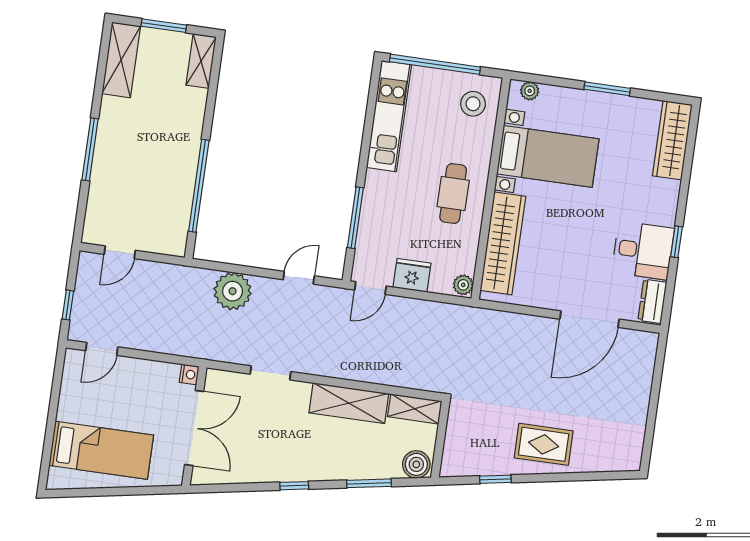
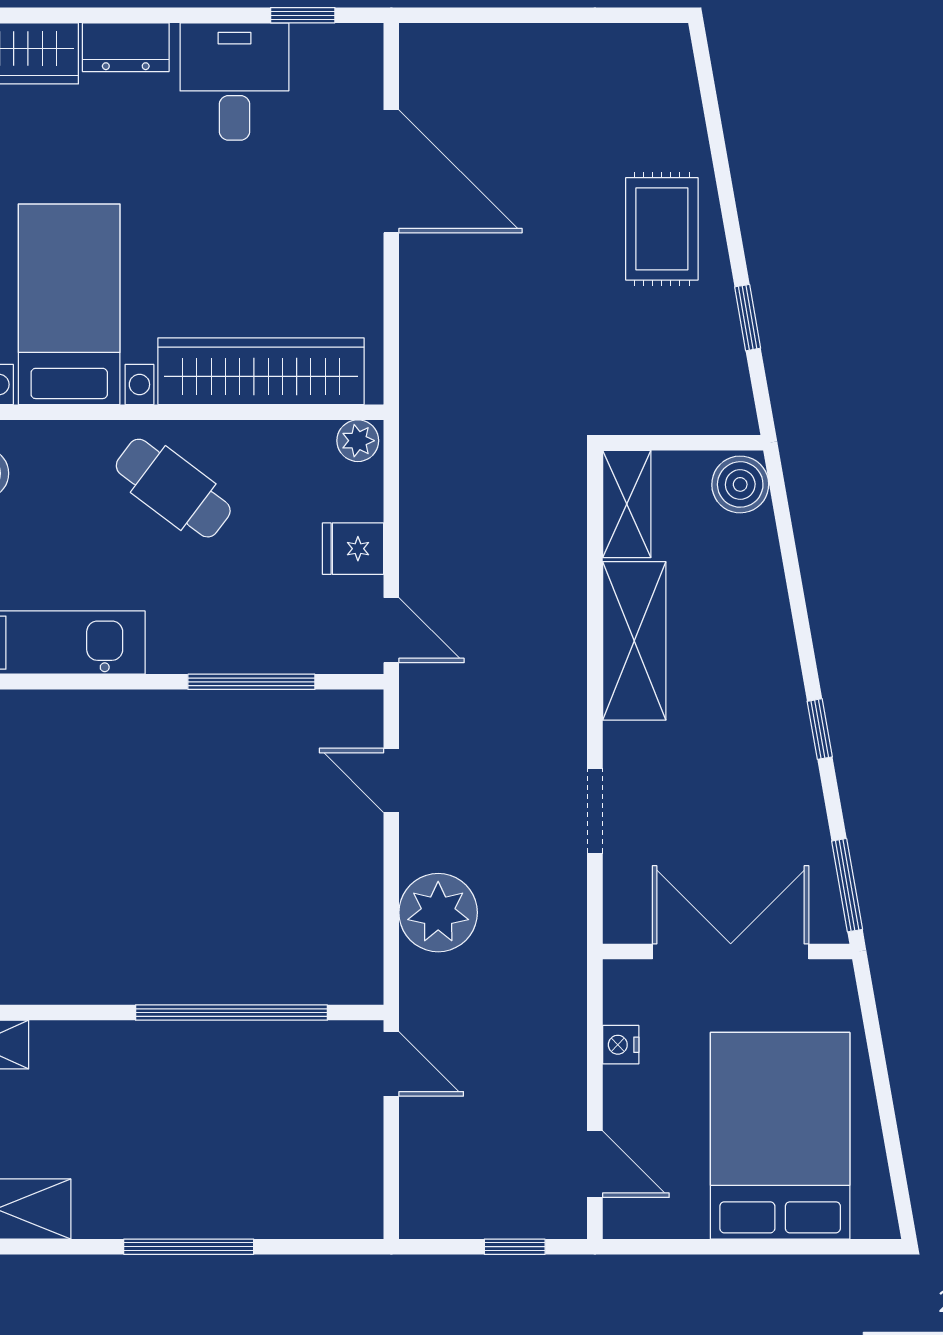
cafe table: (453, 194) -> (173, 488), turned 37
window: (676, 242) -> (303, 15), moved
door: (120, 252) -> (391, 1064), moved
fridge: (412, 275) -> (353, 549), width x0.72
dresser: (652, 301) -> (126, 47), moved
nightstand: (189, 374) -> (621, 1045), moved, turned -90
bed: (101, 450) -> (780, 1136), width x1.50
window: (369, 483) -> (847, 885), moved

